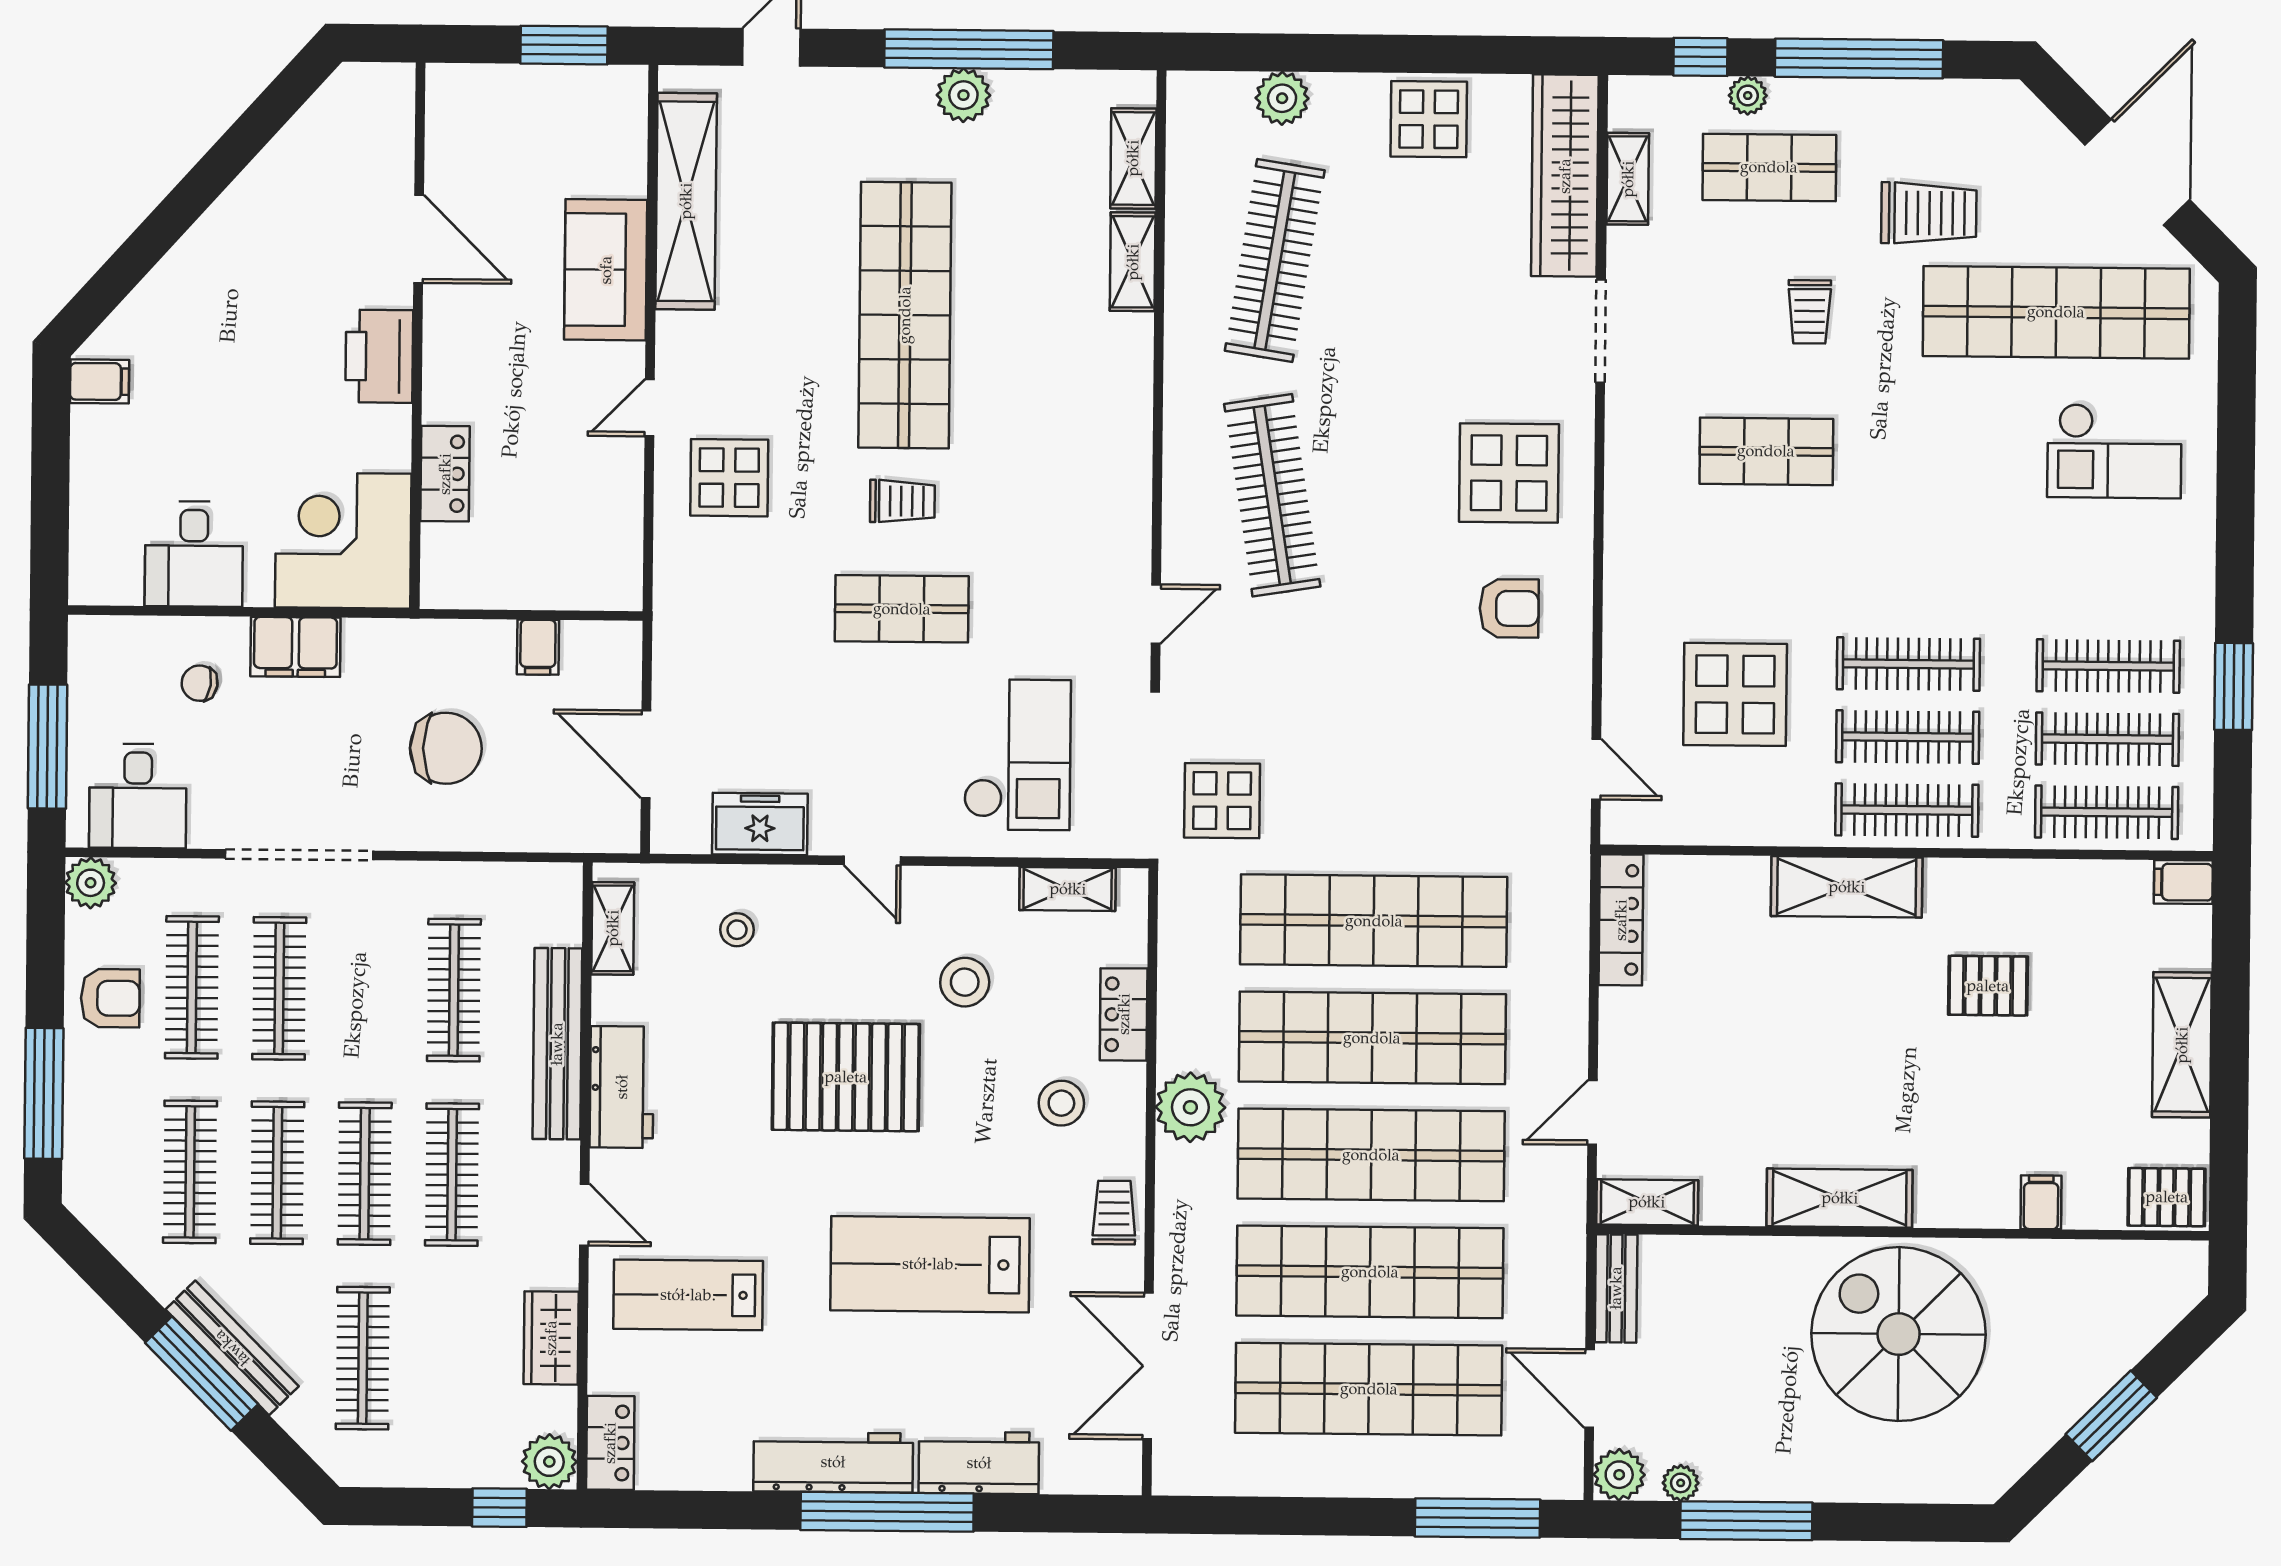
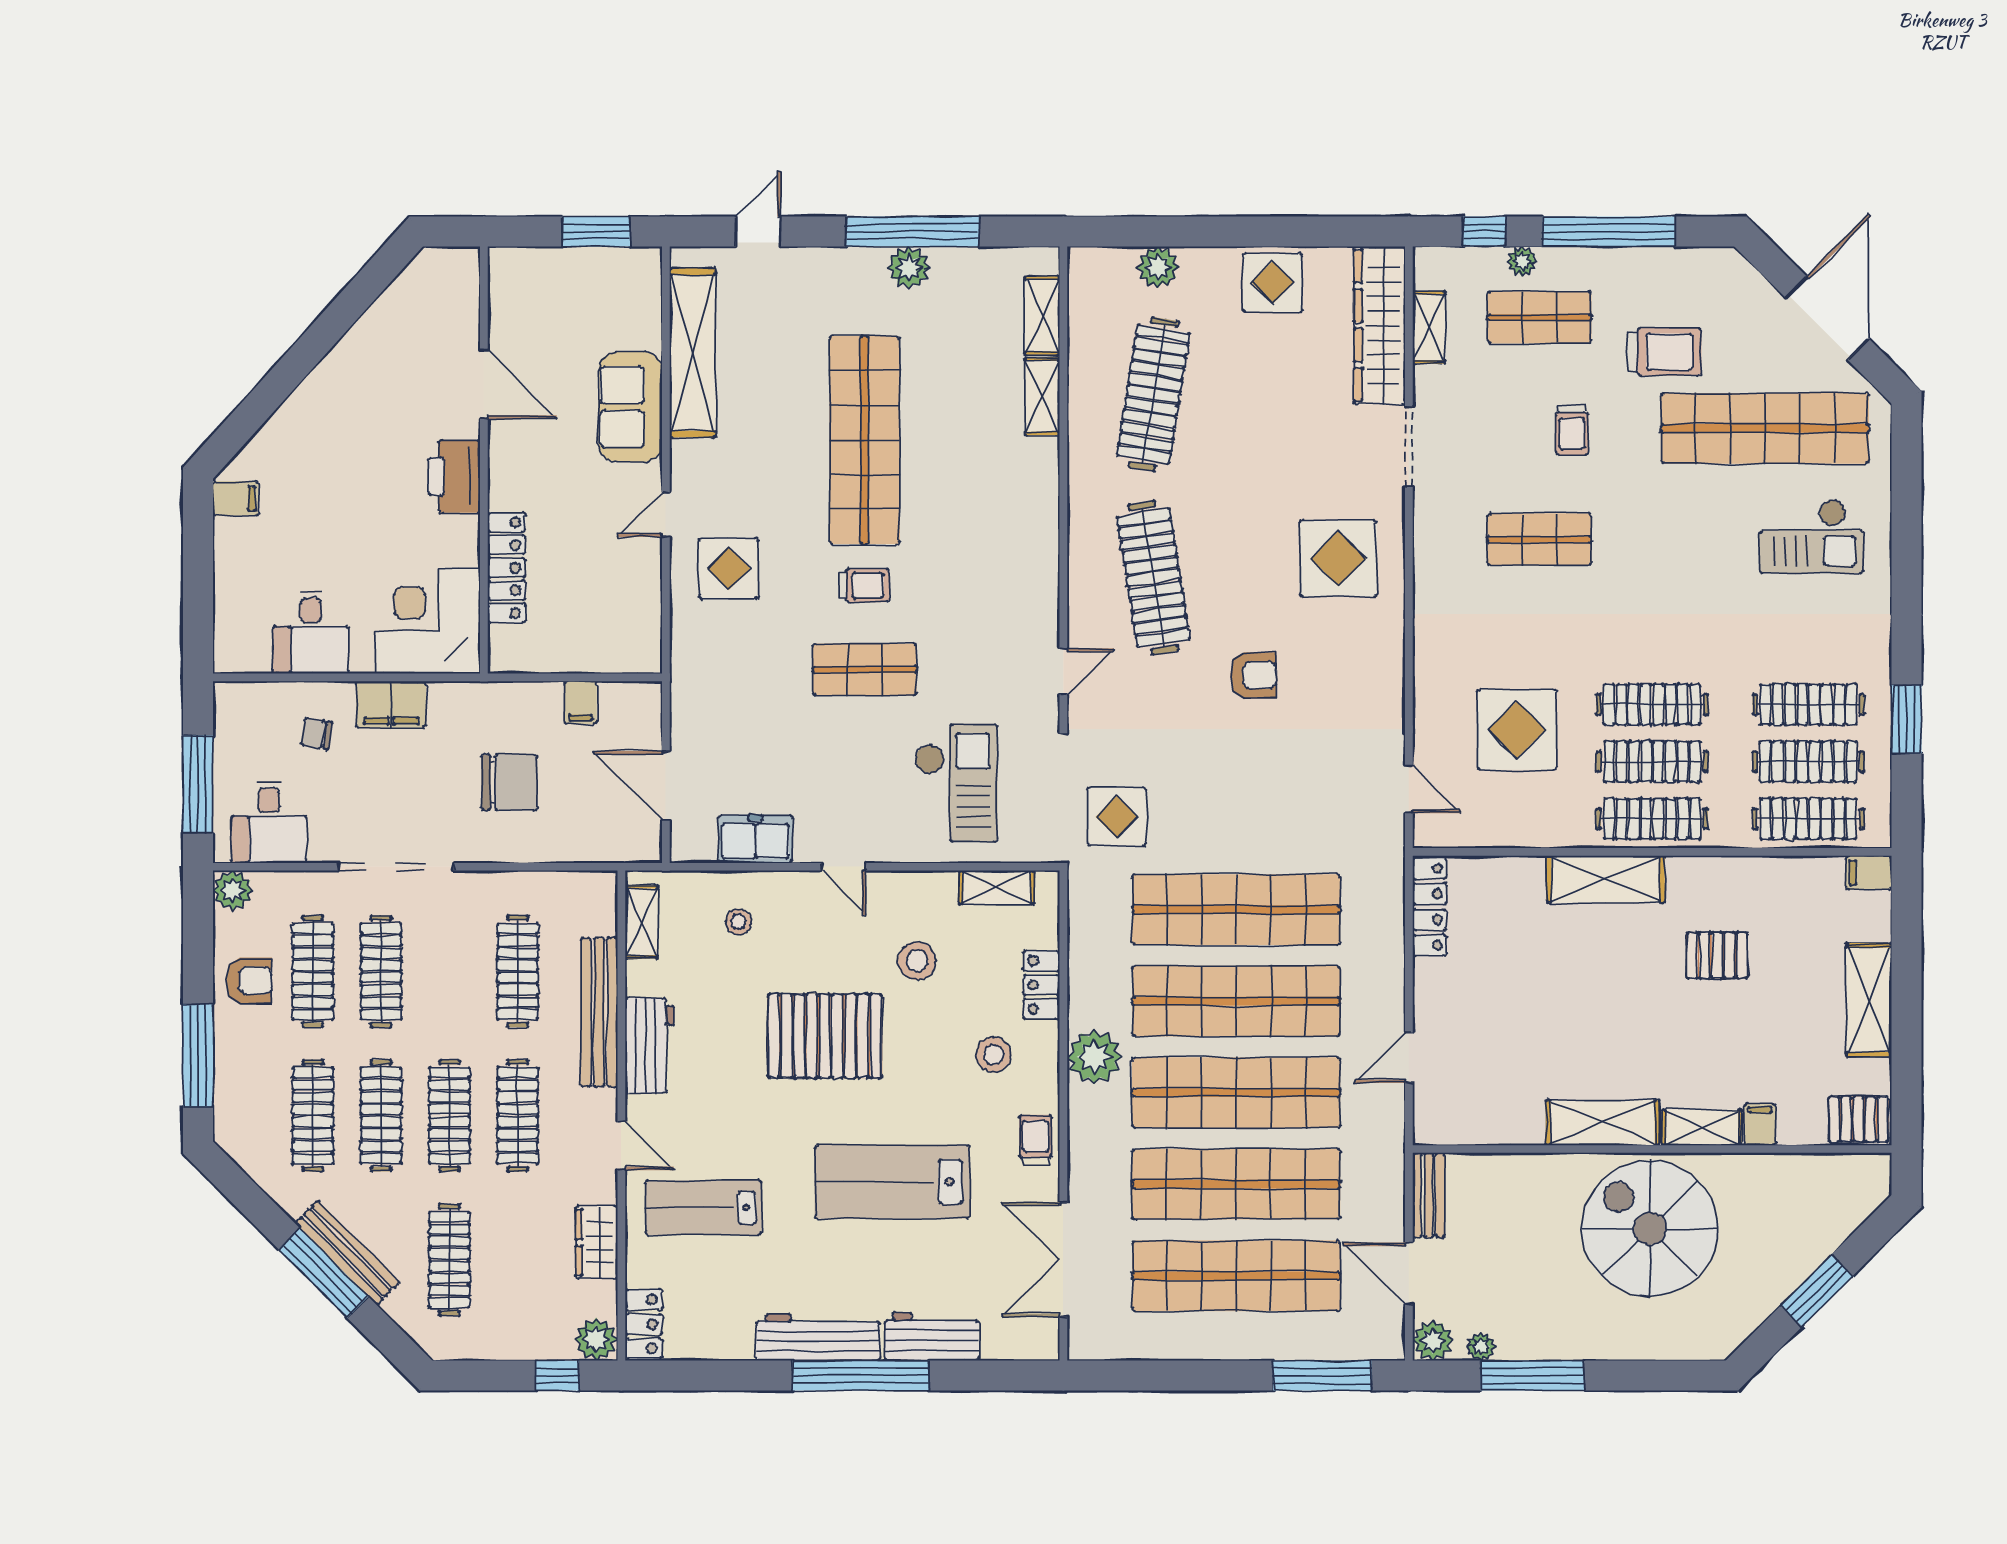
locker: (445, 474) -> (507, 568), width x1.53
armchair: (1509, 608) -> (1253, 675), moved
shelving: (1647, 1202) -> (1702, 1128), moved

